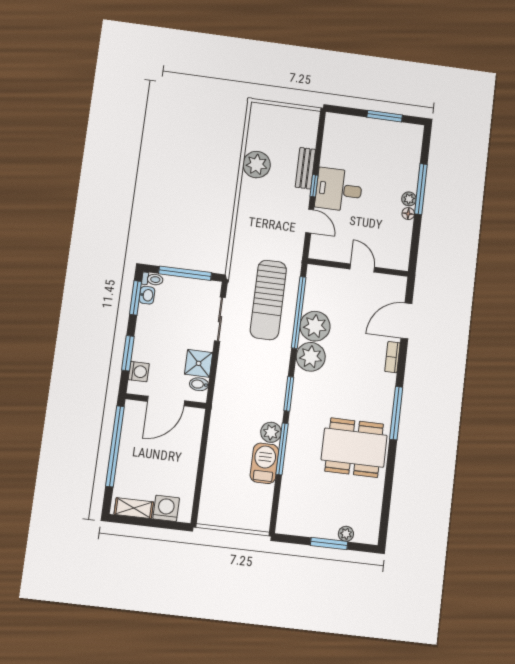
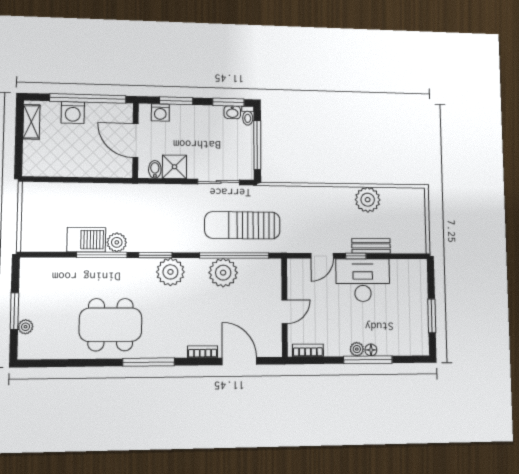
desk: (339, 190) -> (363, 280), width x1.37
floor lamp: (408, 214) -> (371, 350), moved
bookcase: (404, 249) -> (308, 350), added
plant: (311, 357) -> (170, 272), moved
dining table: (354, 448) -> (111, 325), turned 90
washing machine: (166, 508) -> (73, 113), moved, turned 90

